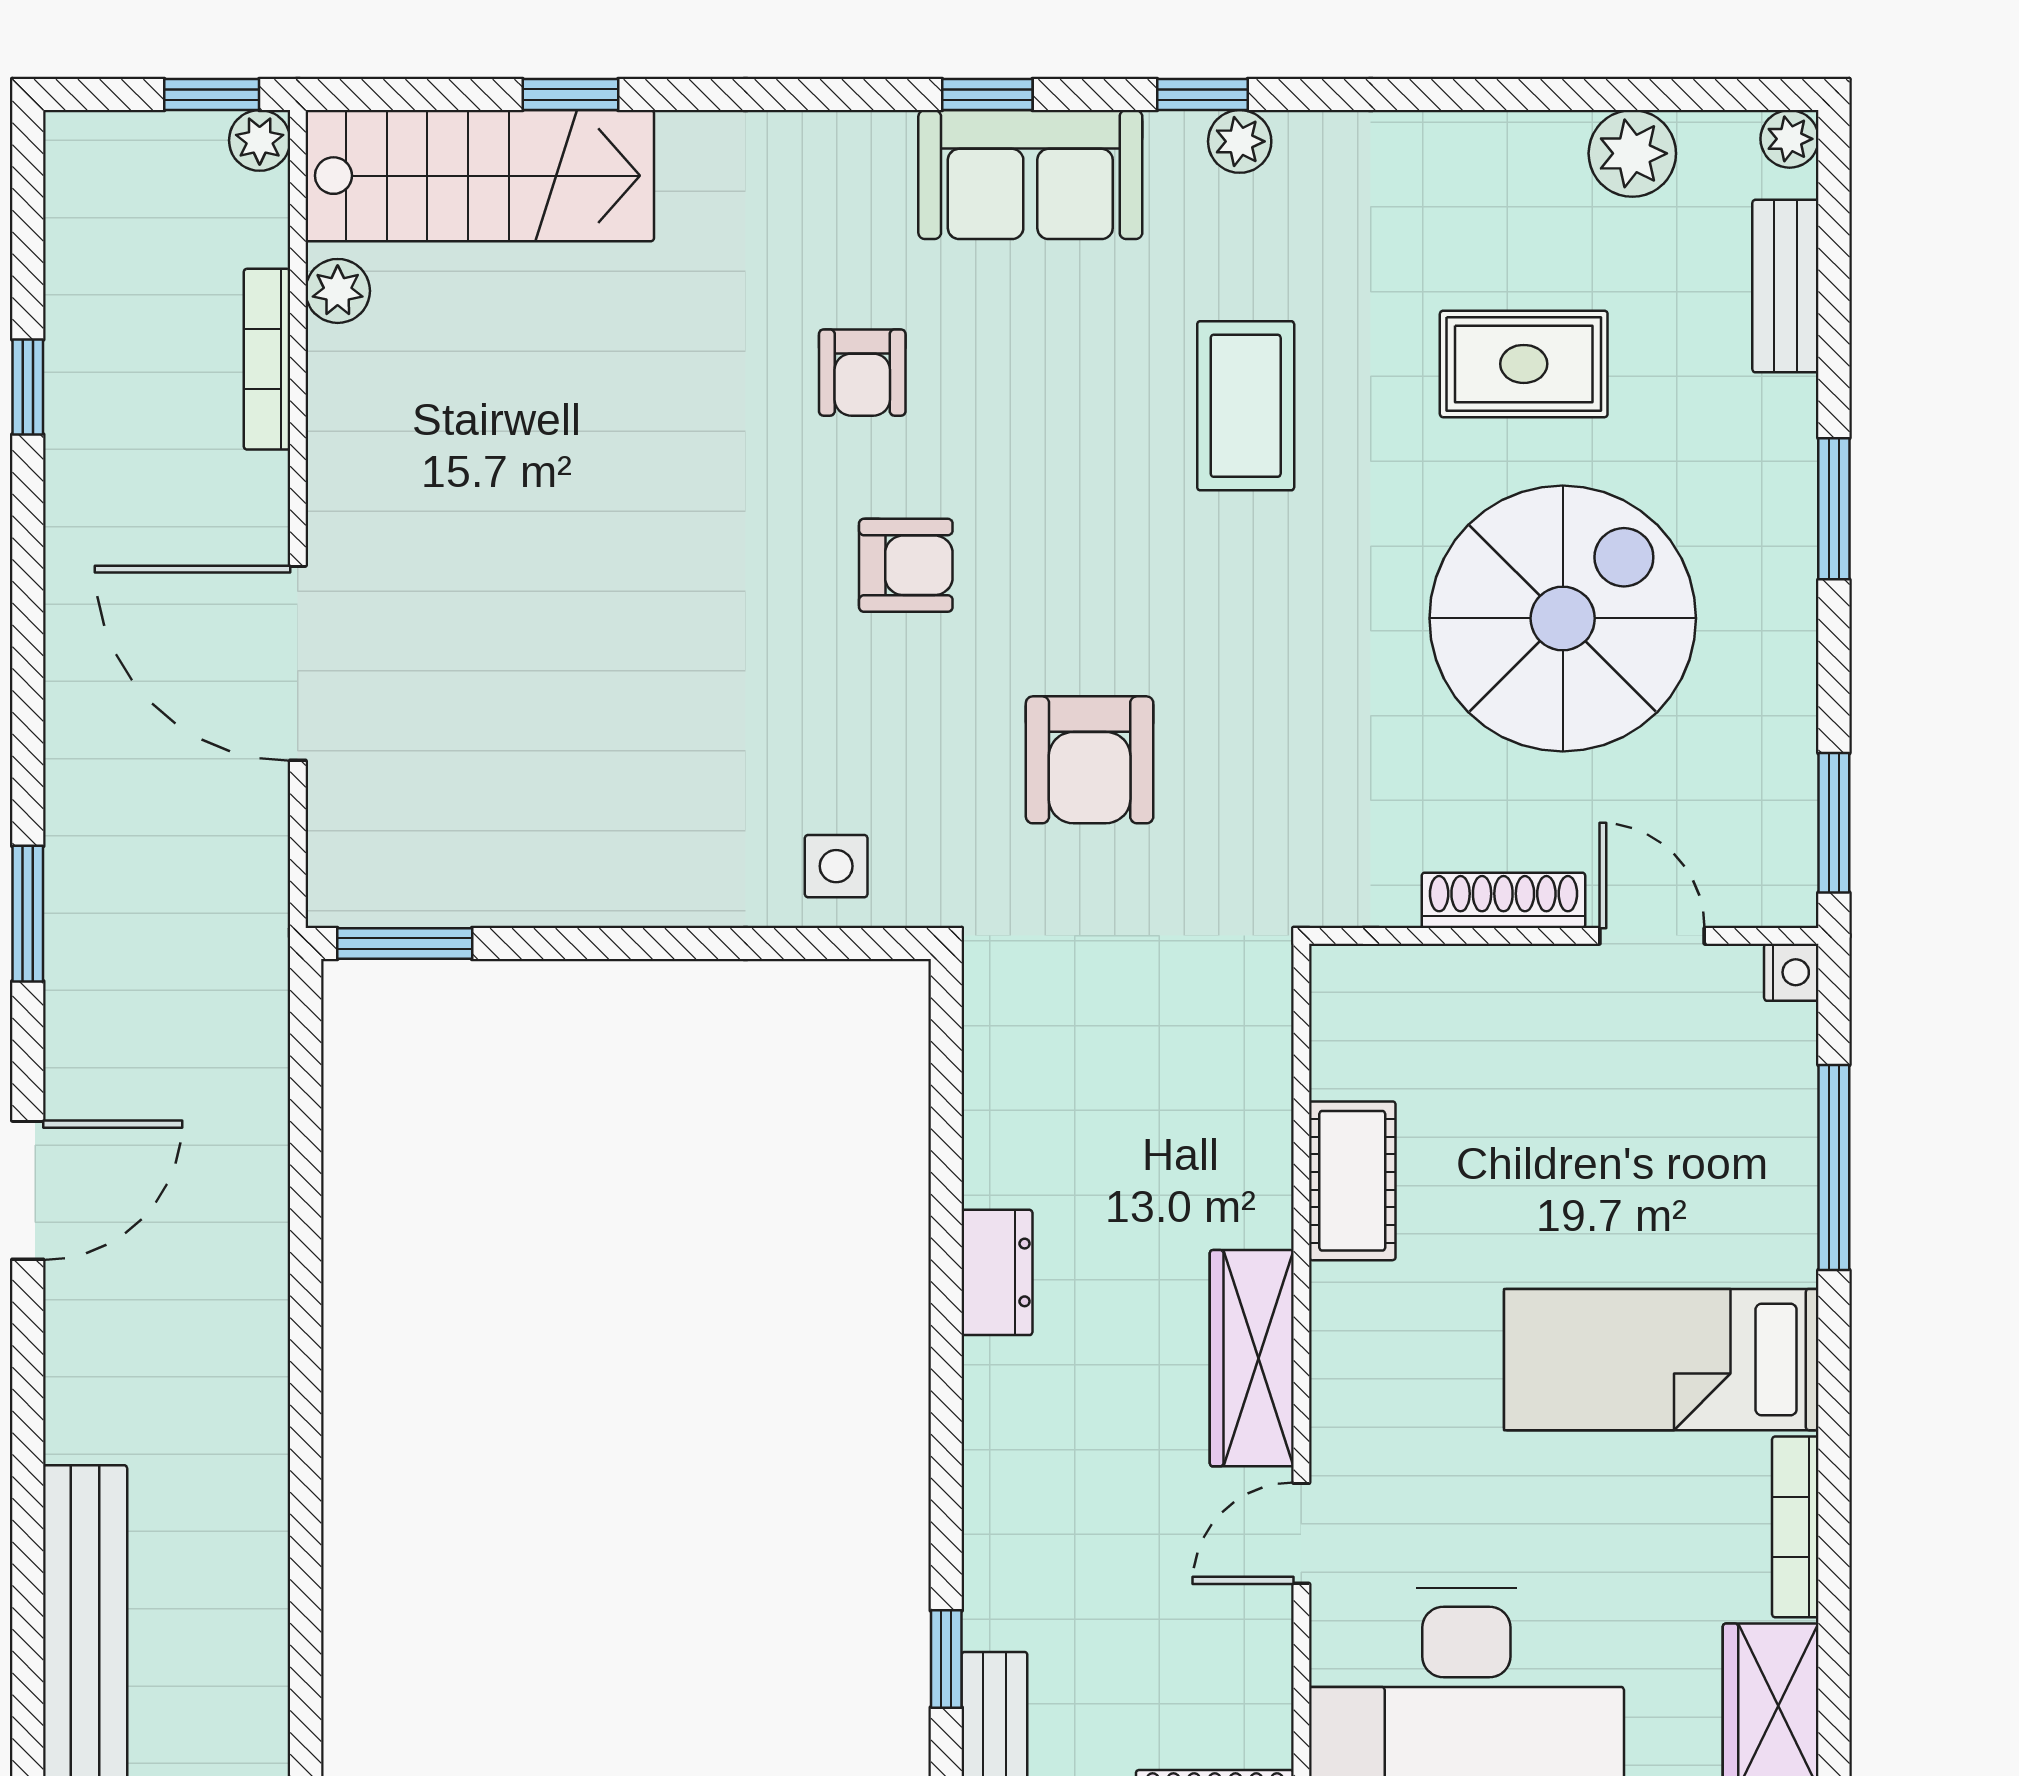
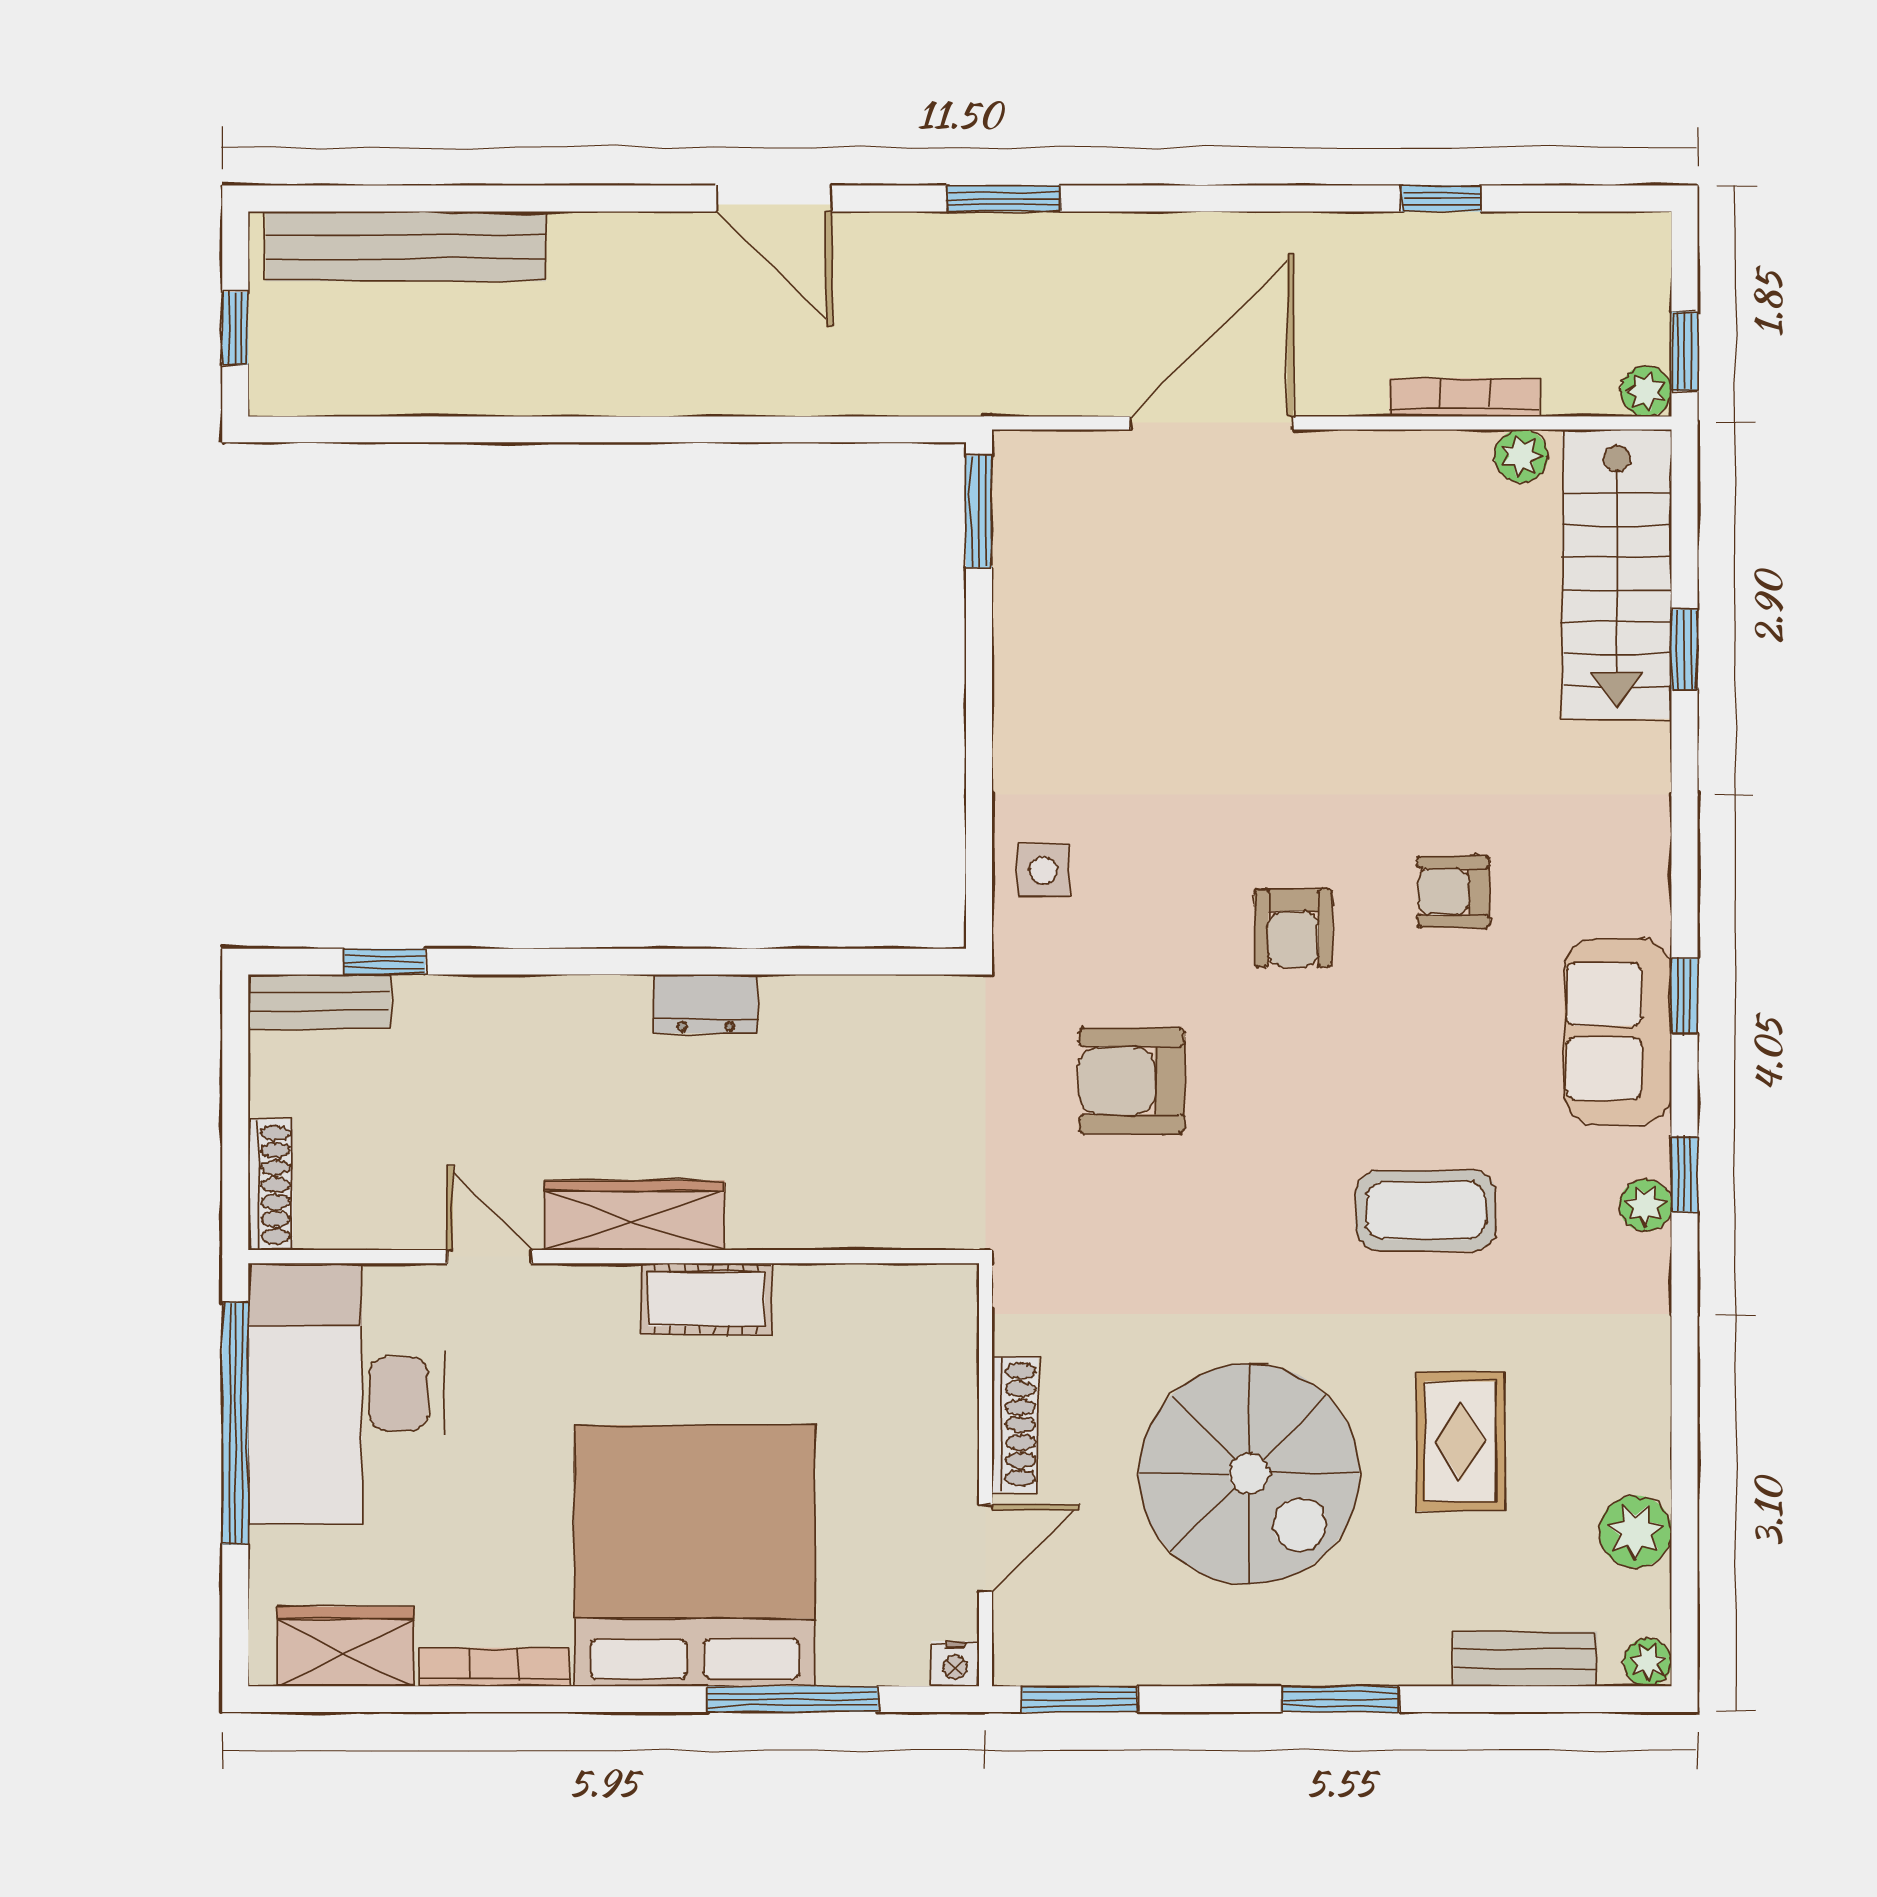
cot: (1352, 1181) -> (706, 1299), moved
bed: (1661, 1360) -> (695, 1556), width x2.04

